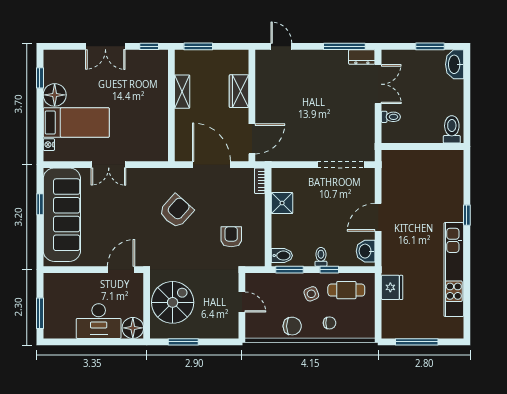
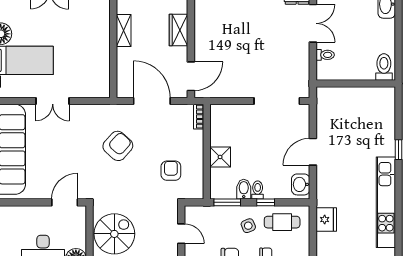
shower: (282, 203) -> (220, 157), moved
bidet: (282, 256) -> (244, 189), moved, turned -90

